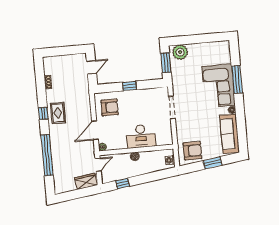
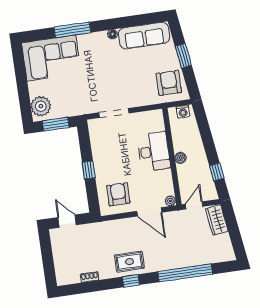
corner sofa: (219, 86) -> (51, 58), moved
door: (98, 165) -> (194, 205), hinge flipped

